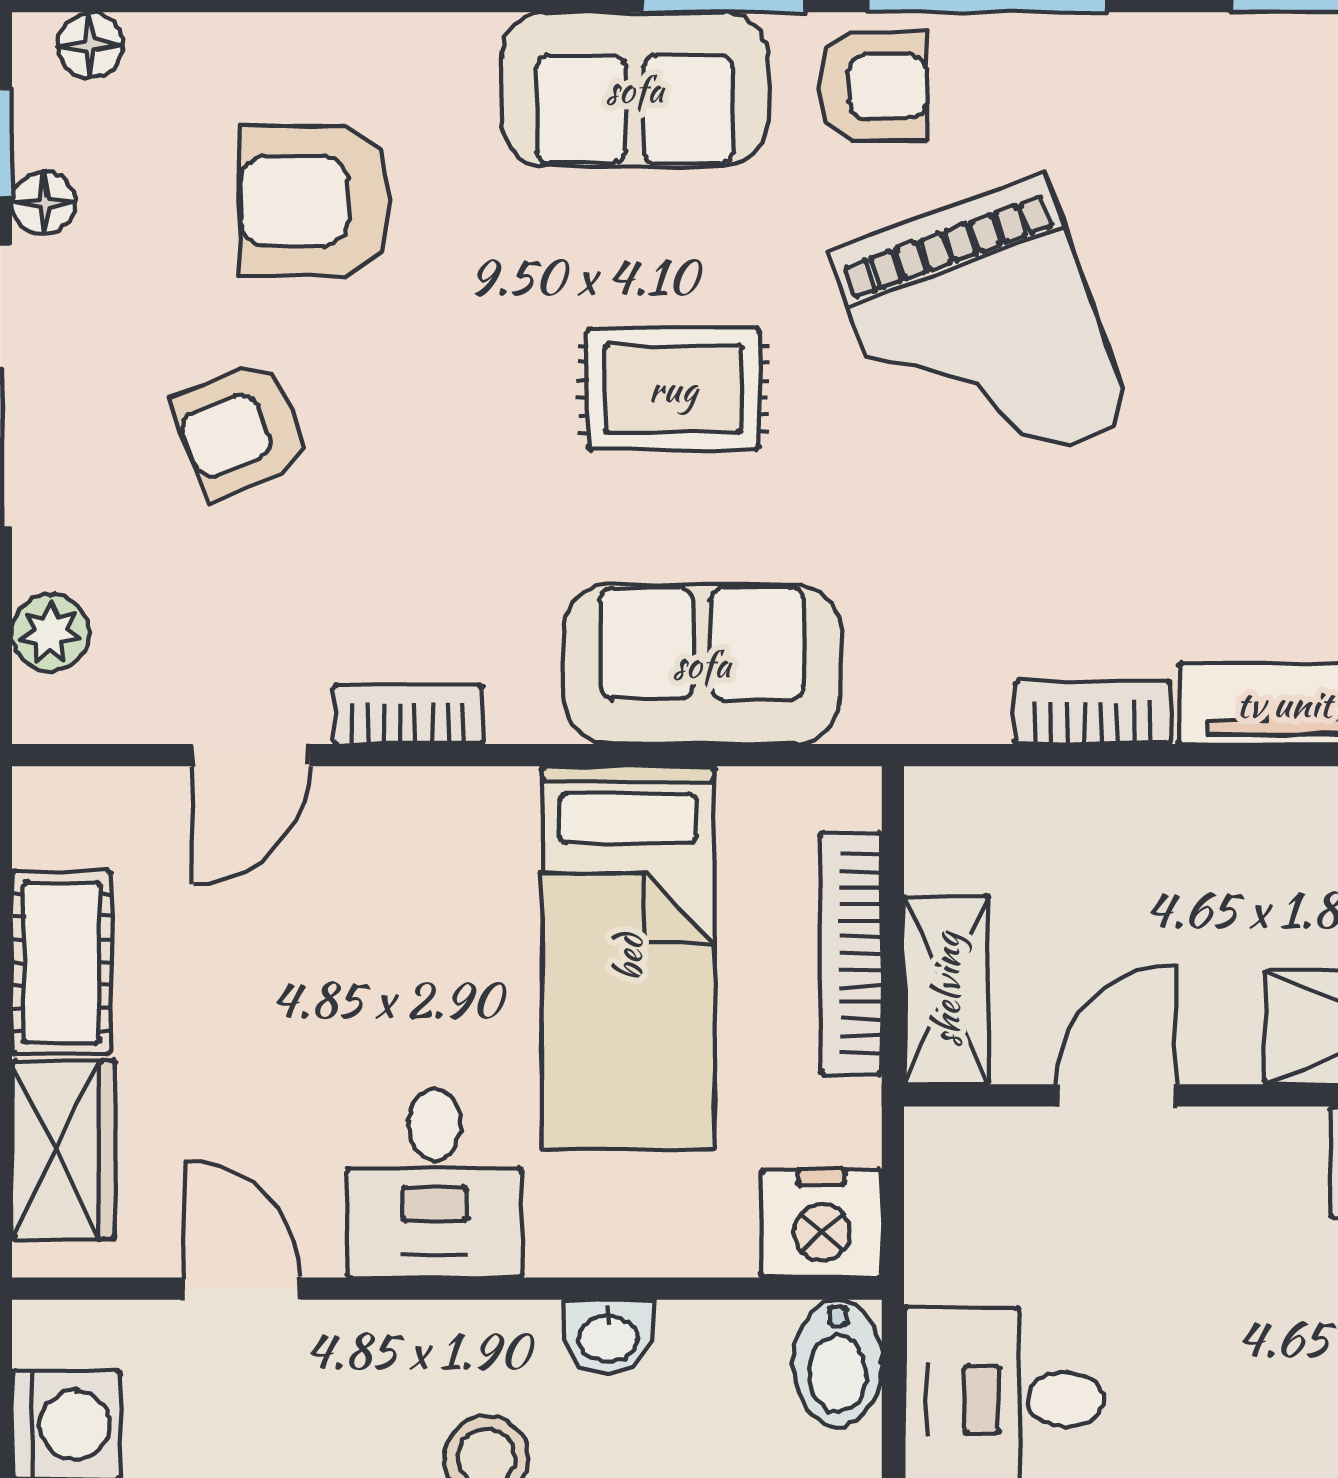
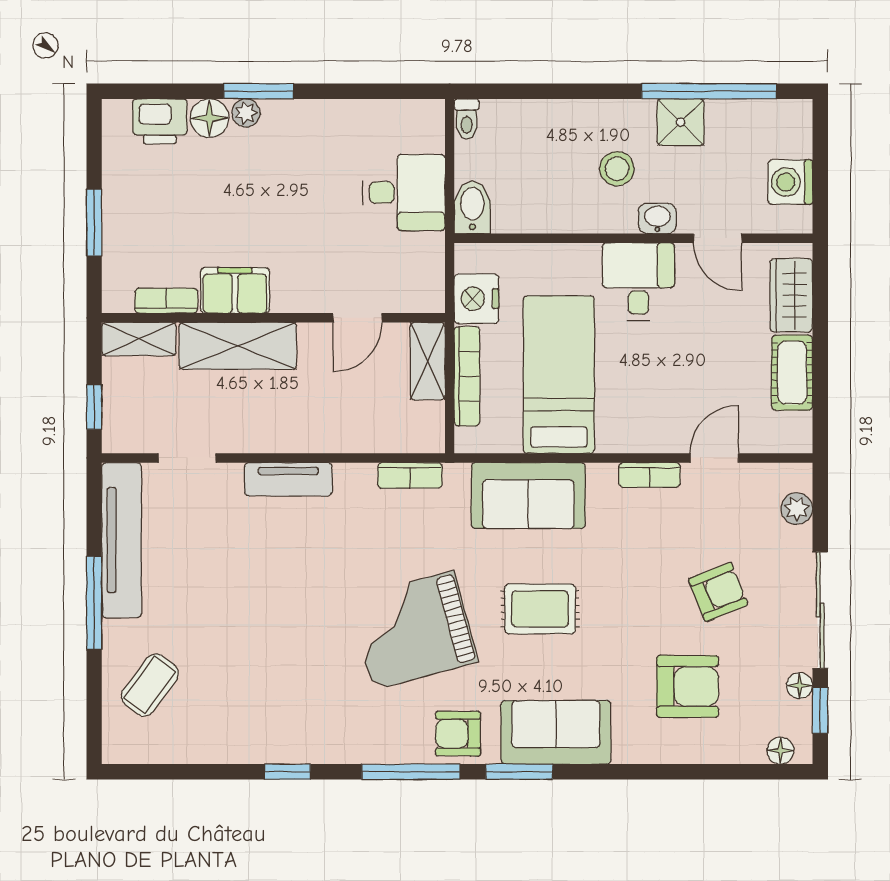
grand piano: (981, 337) -> (413, 630), turned -85
bookcase: (1093, 713) -> (410, 475), moved
nightstand: (822, 1224) -> (476, 299), moved, turned -90
washbasin: (608, 1337) -> (657, 218), moved

